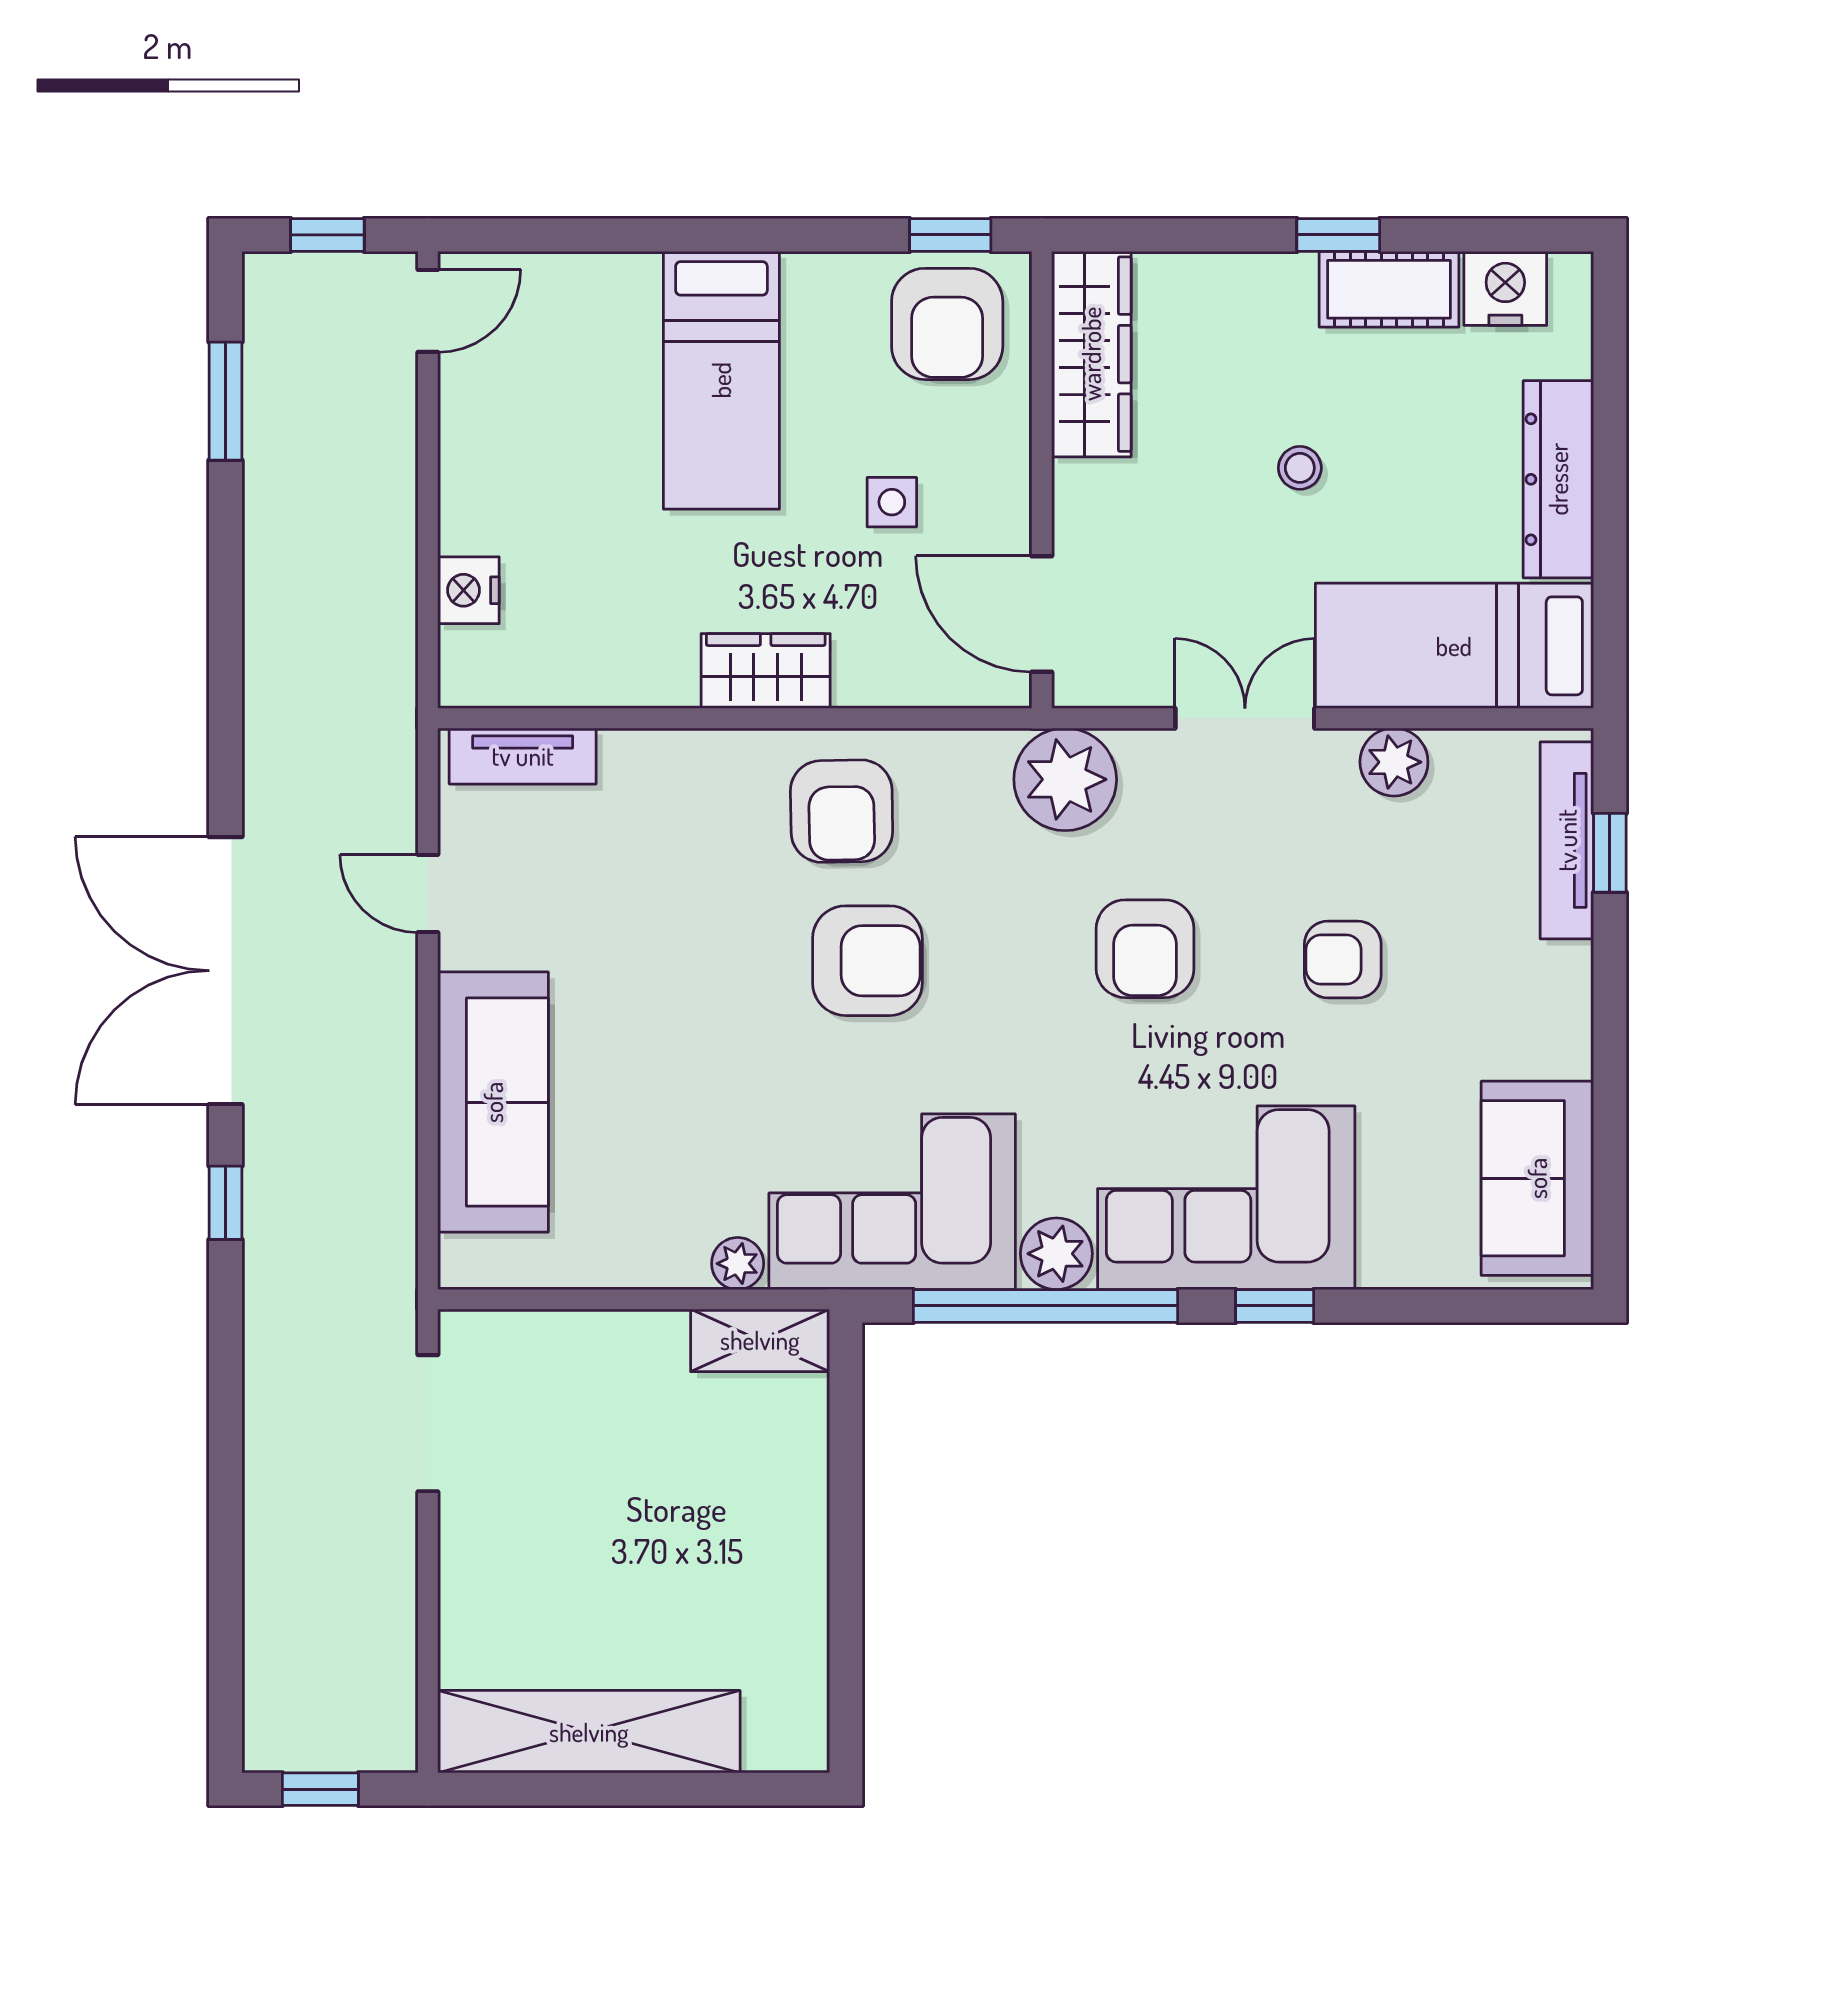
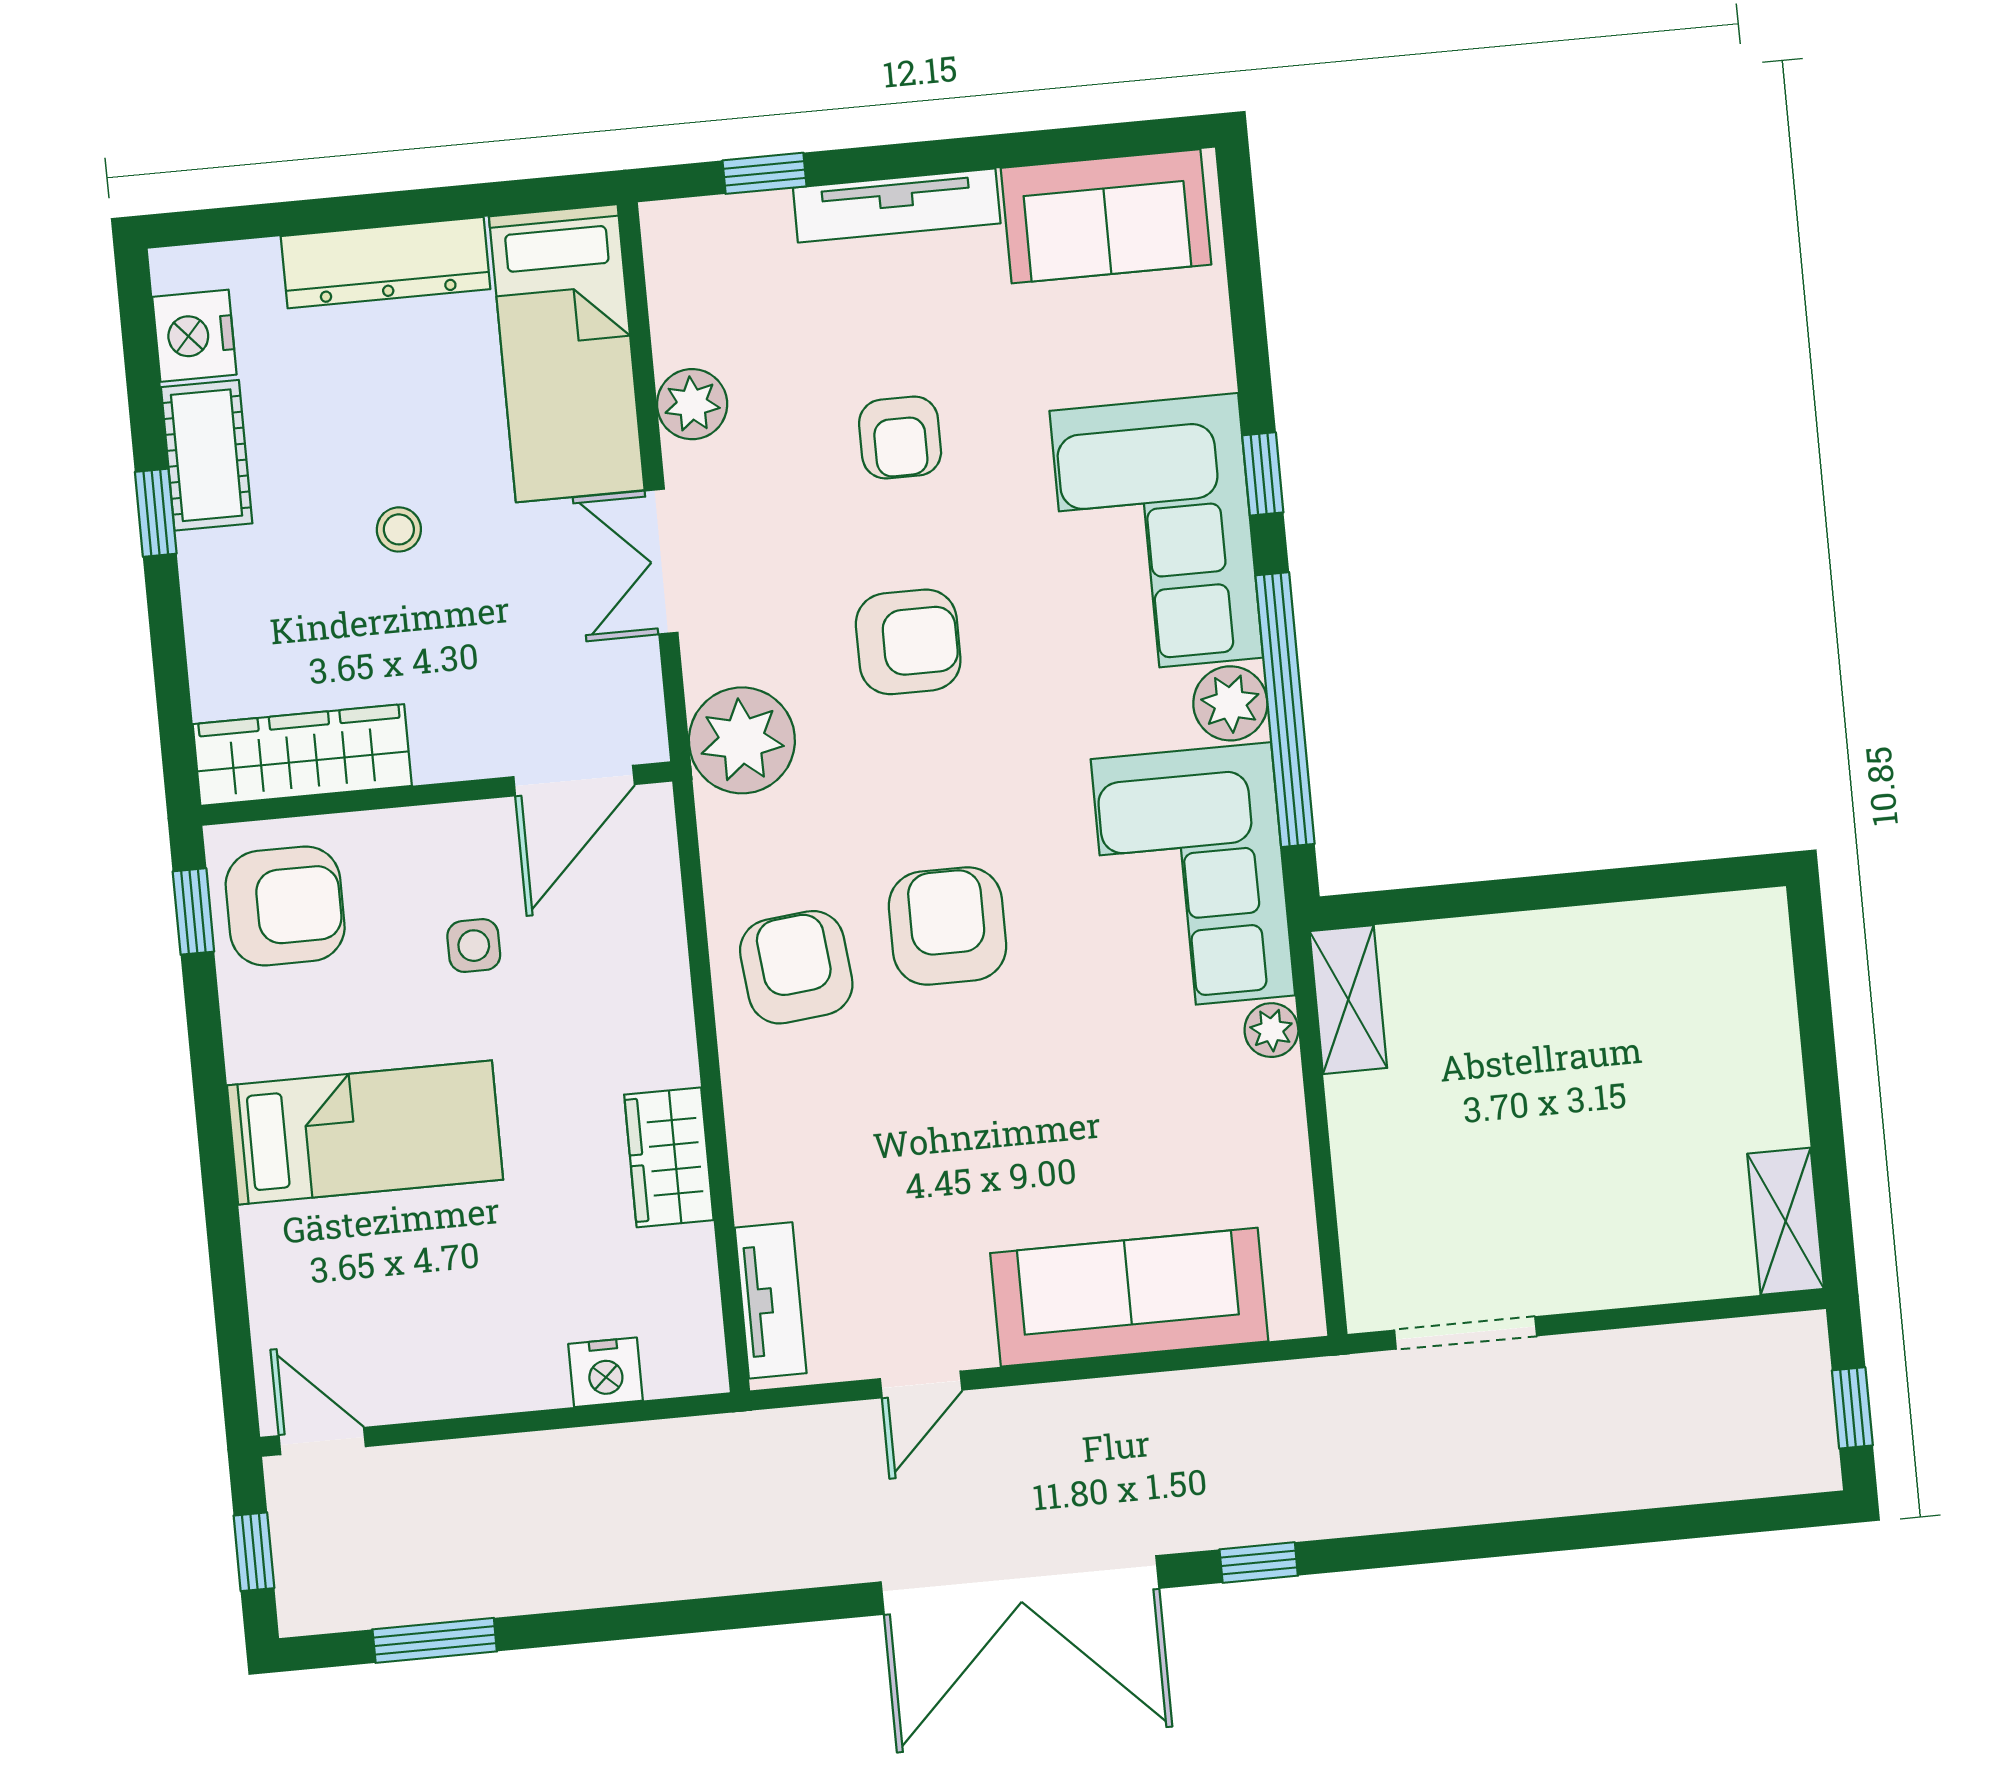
wardrobe: (766, 671) -> (669, 1157), moved
armchair: (842, 811) -> (796, 967), turned -95
tv unit: (1567, 840) -> (897, 205), moved
shelving: (589, 1732) -> (1786, 1221), width x0.45, depth x0.75

